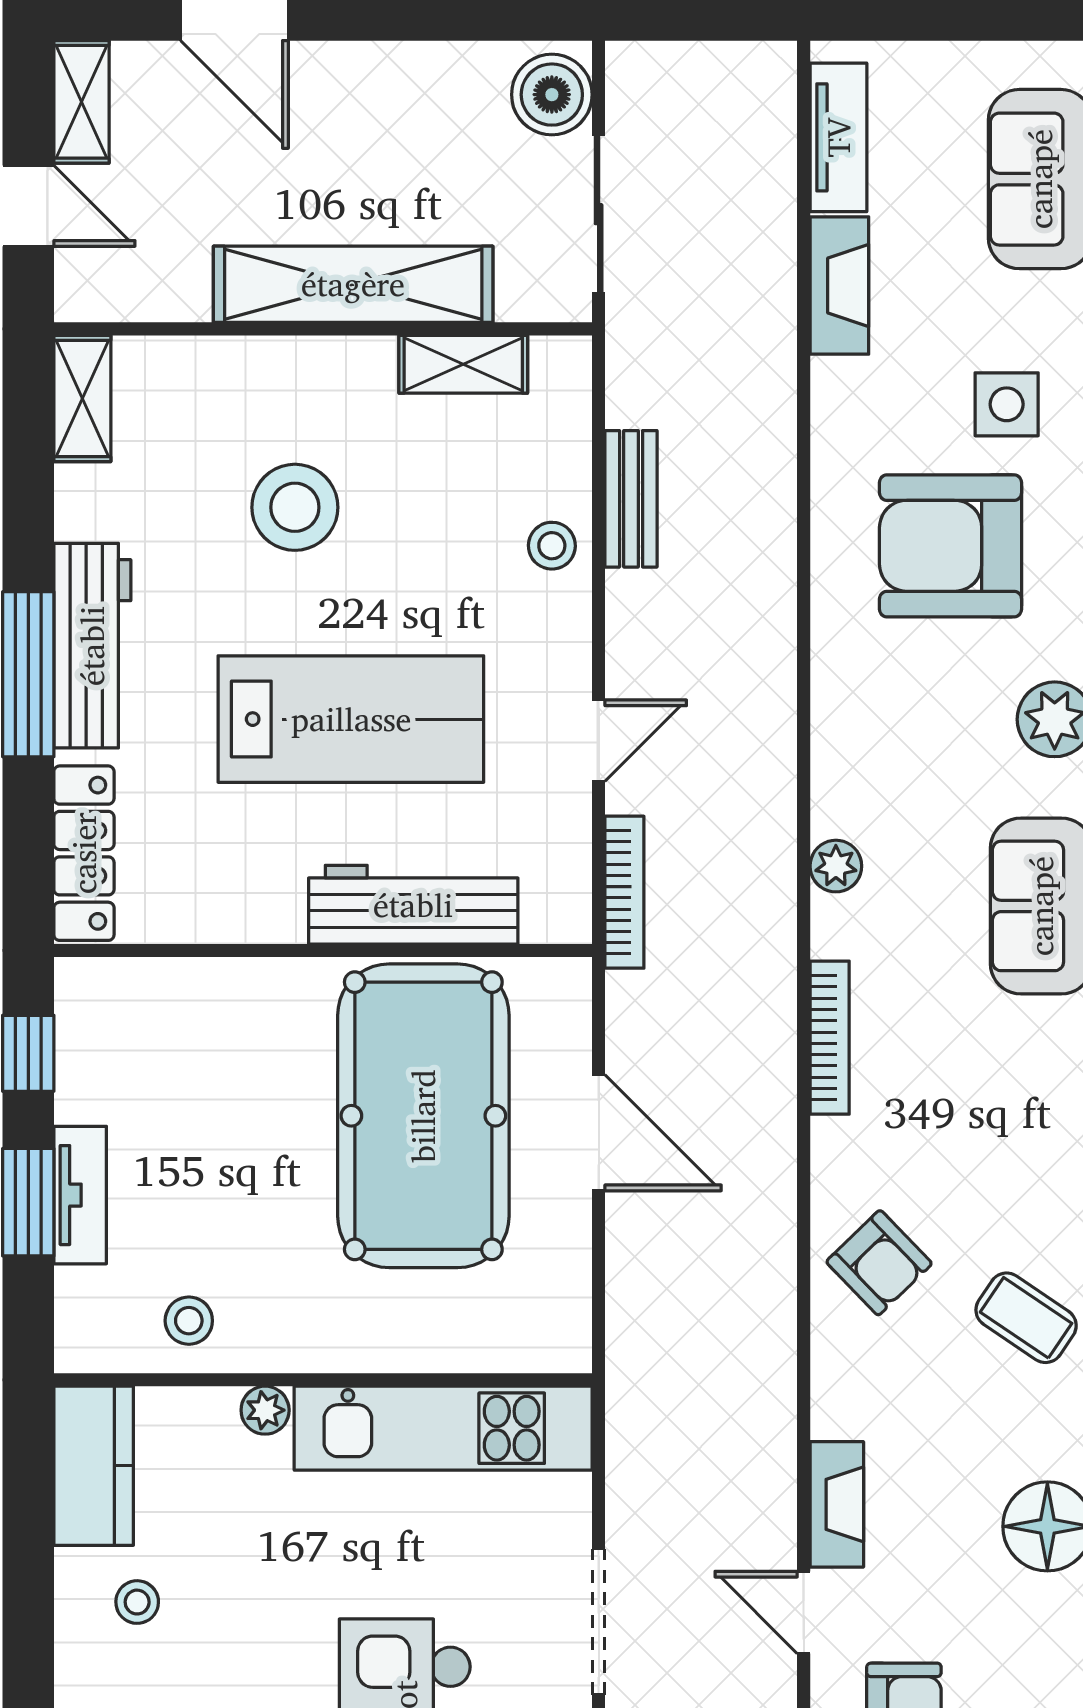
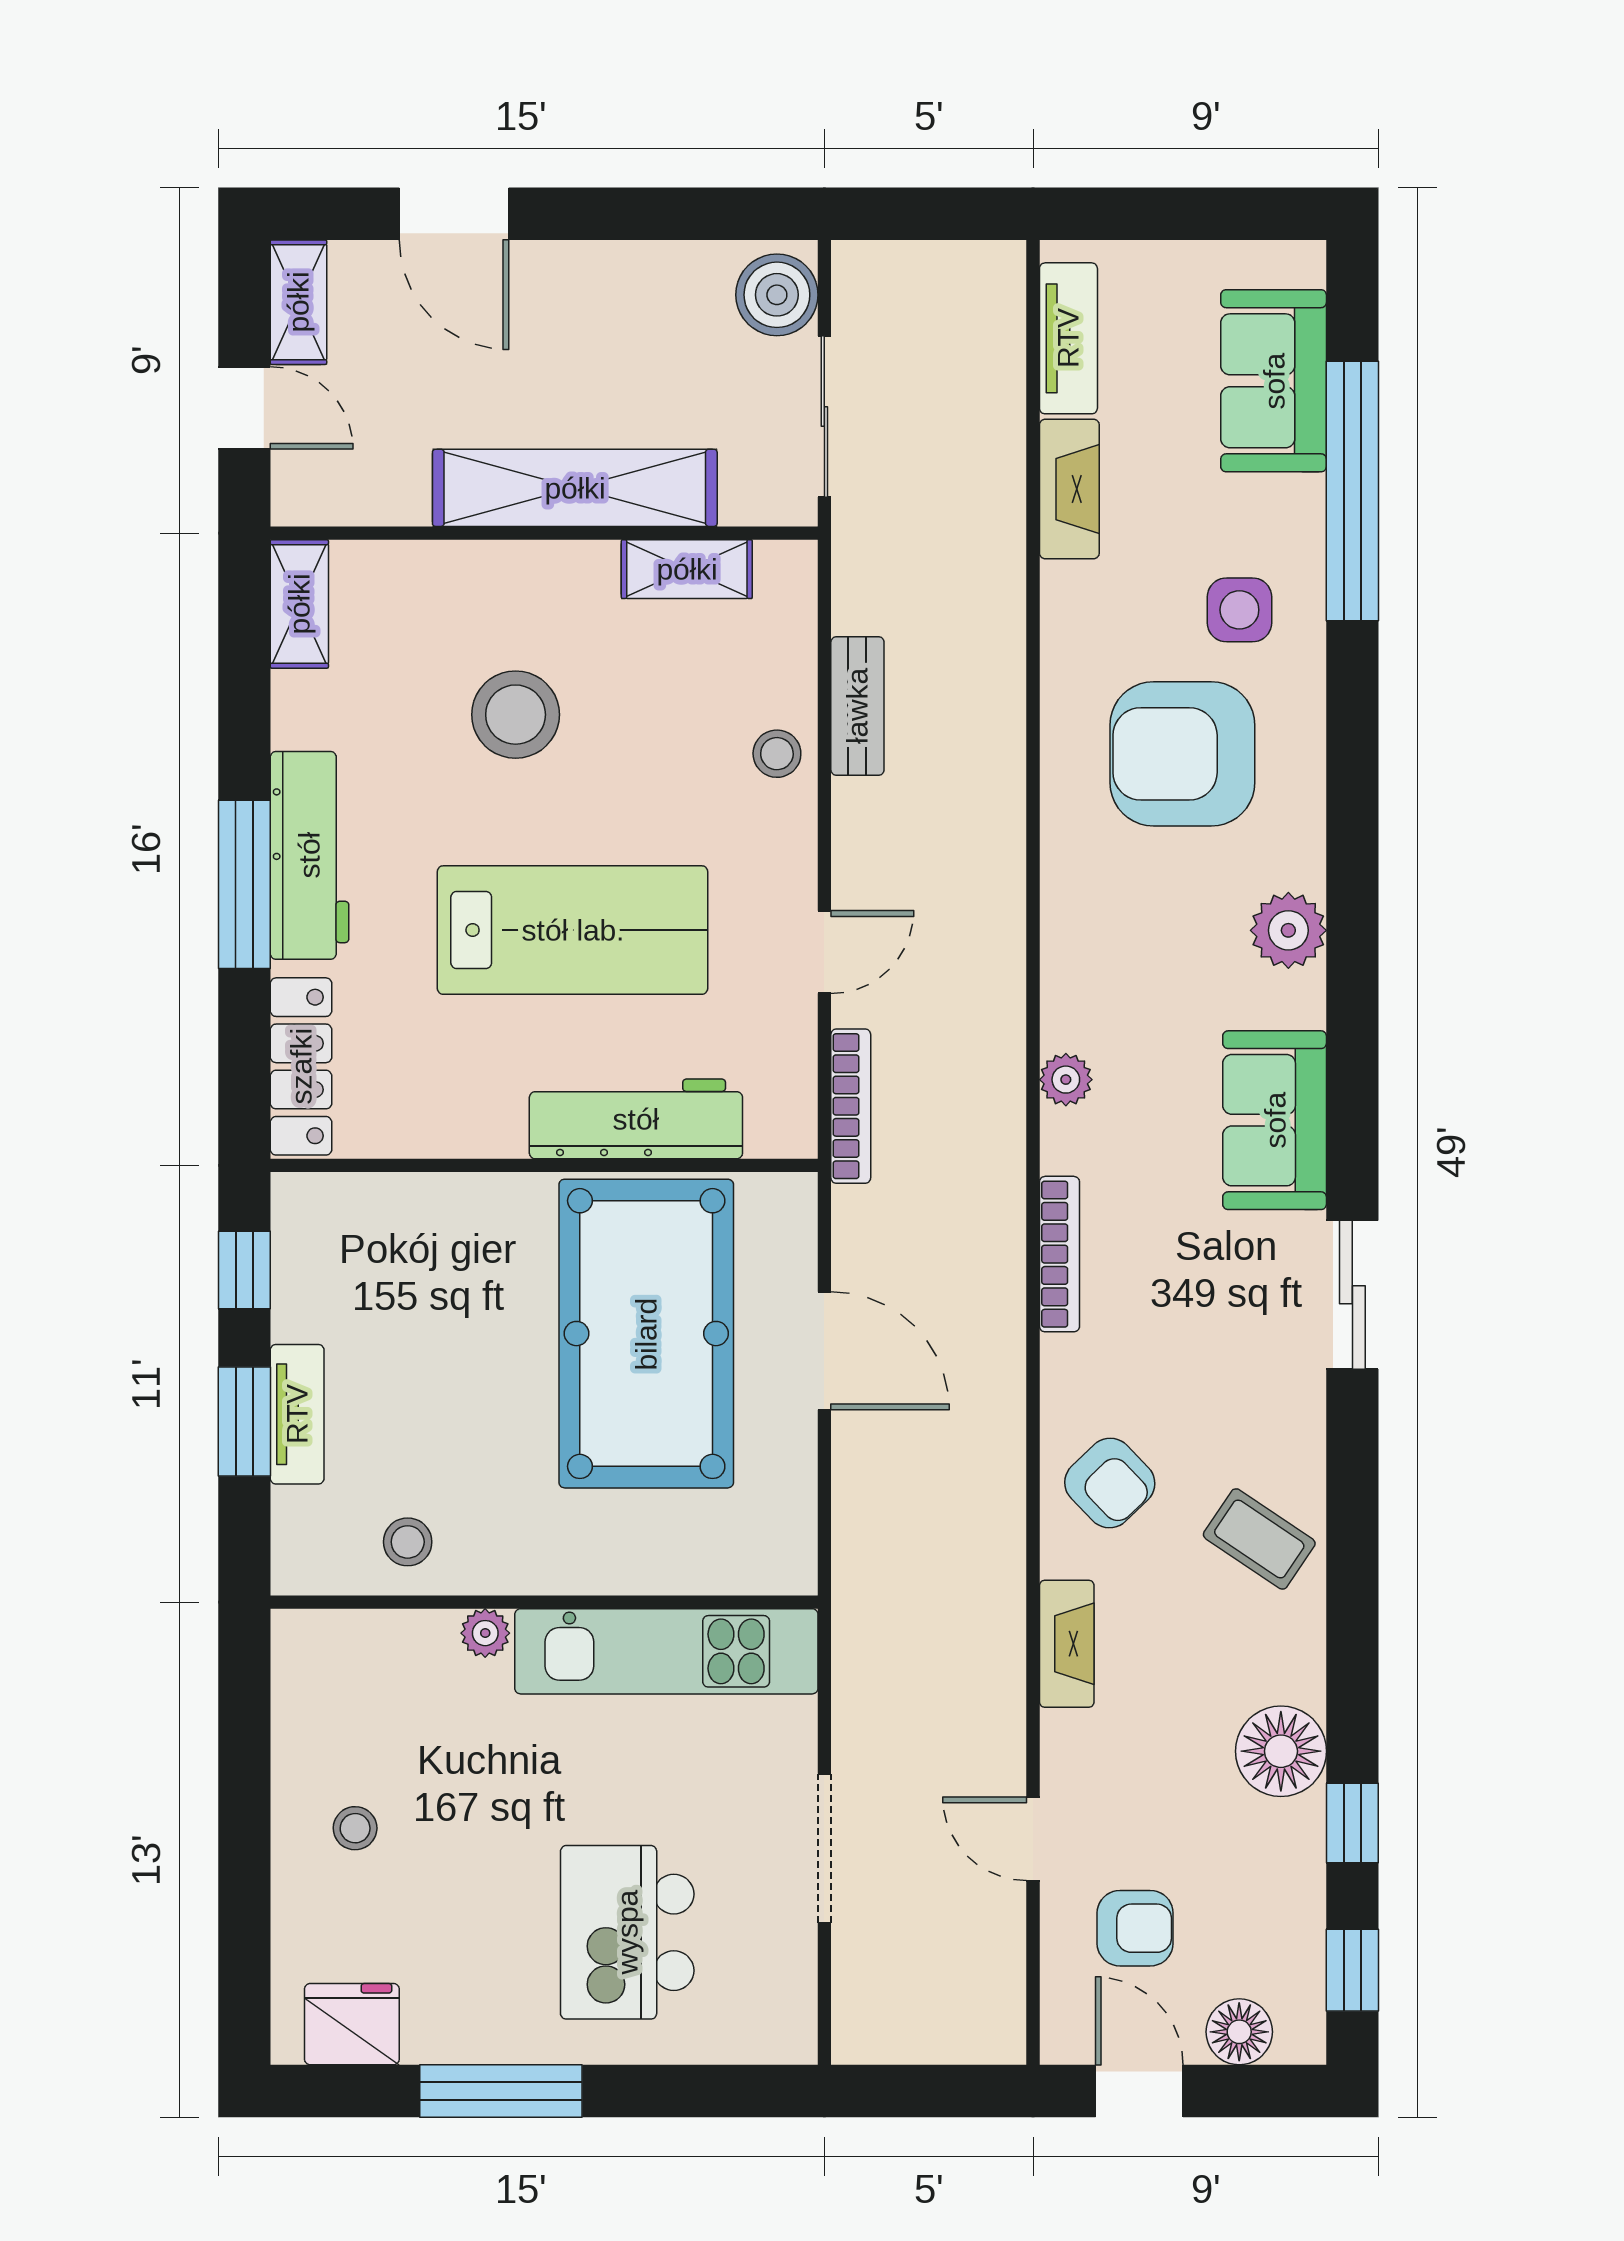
kitchen counter: (94, 1466) -> (311, 1690), removed
fireplace: (837, 1504) -> (1067, 1644), moved

